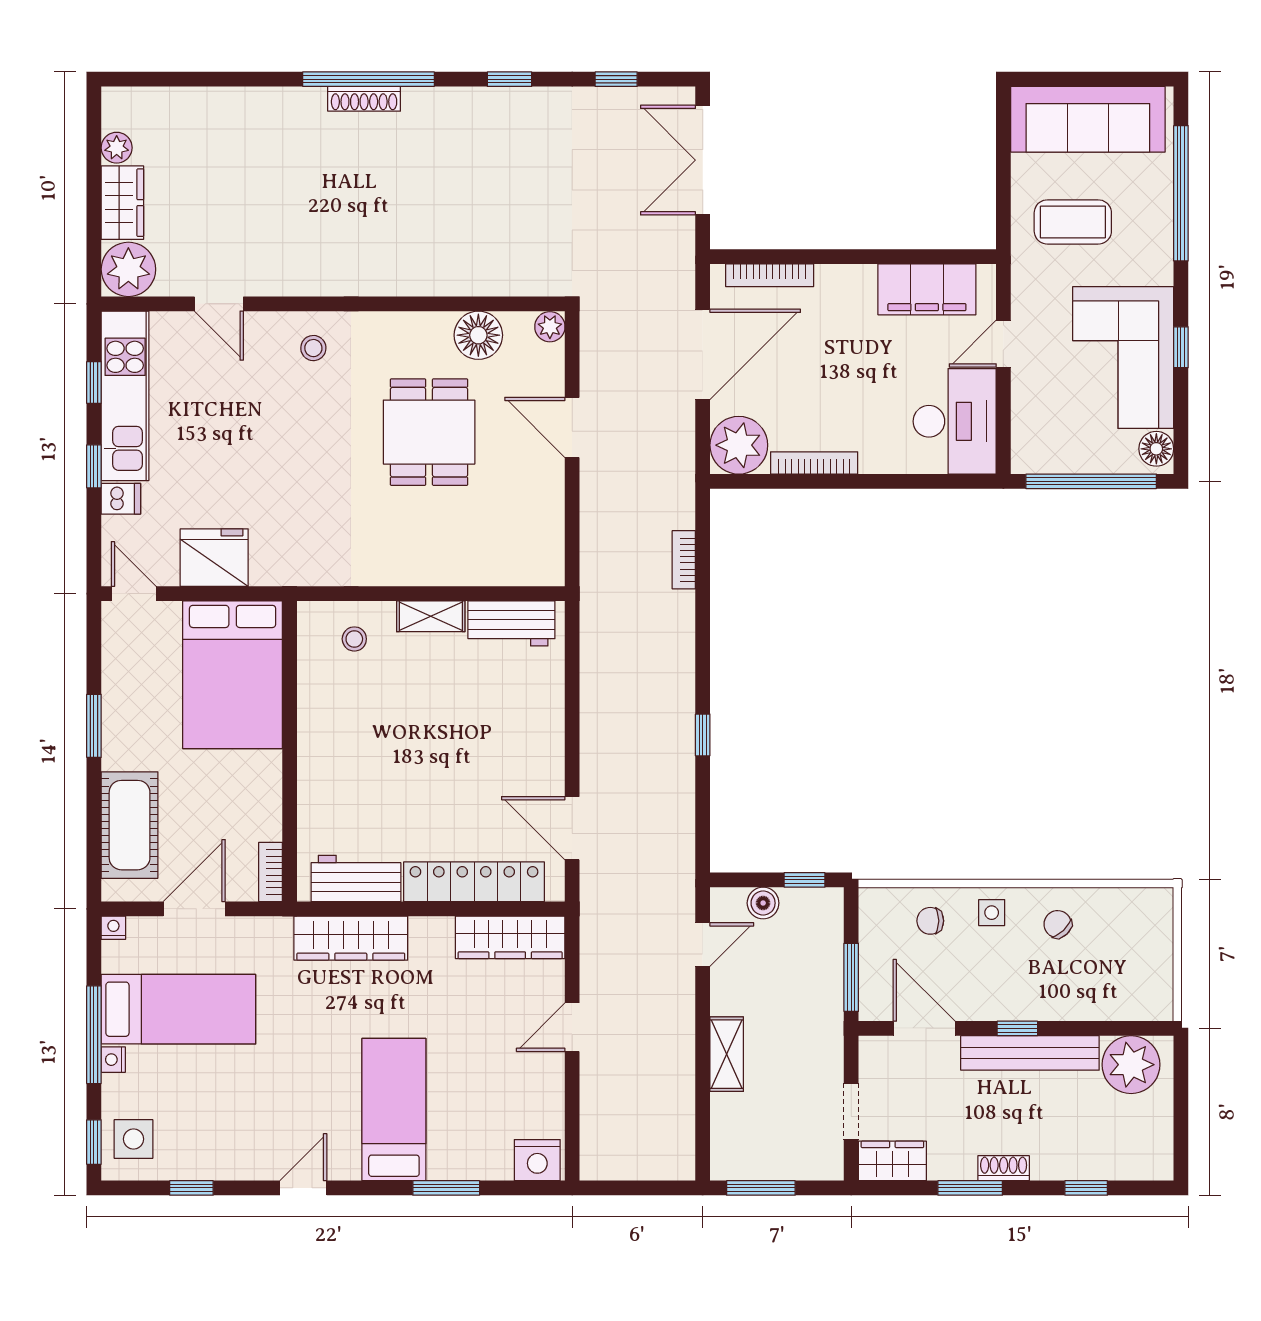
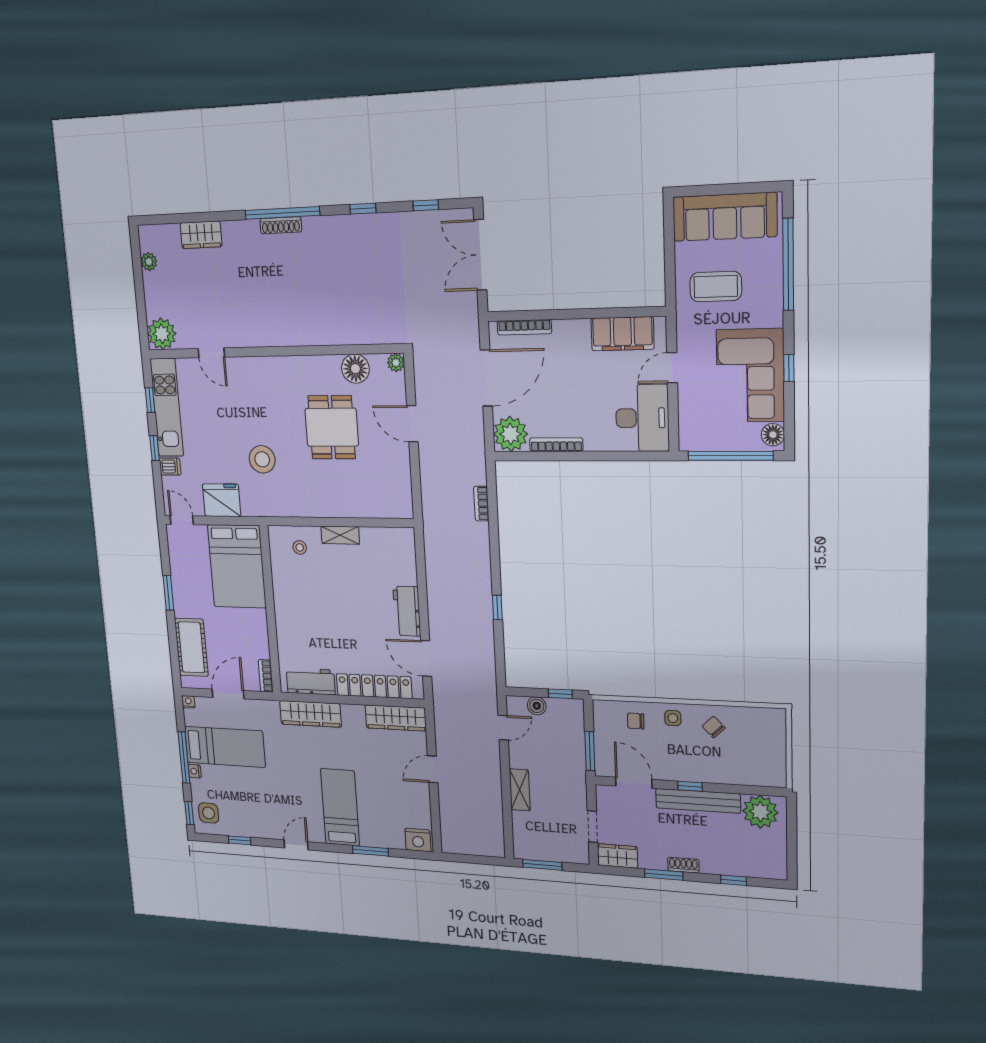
wardrobe: (122, 203) -> (201, 235), moved, turned 90
stool: (313, 348) -> (262, 459), moved, width x1.89, depth x1.89
workbench: (511, 623) -> (407, 611), moved, turned 90

